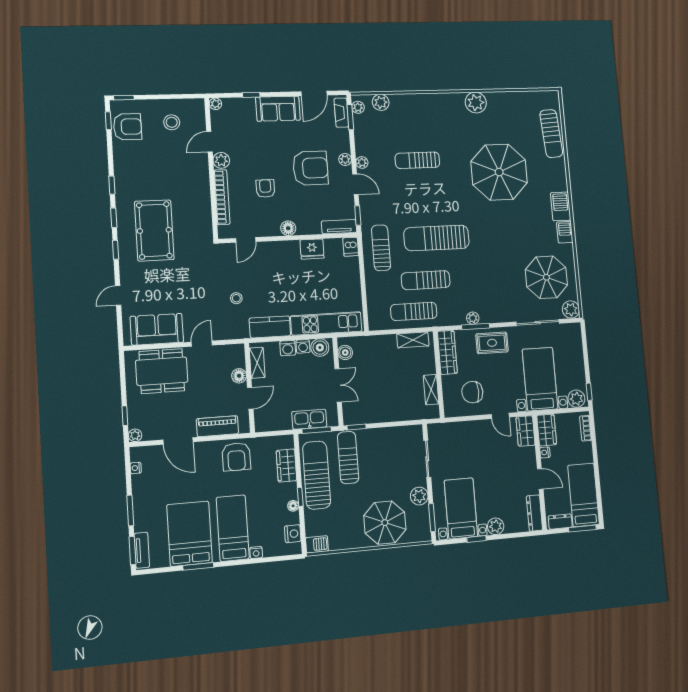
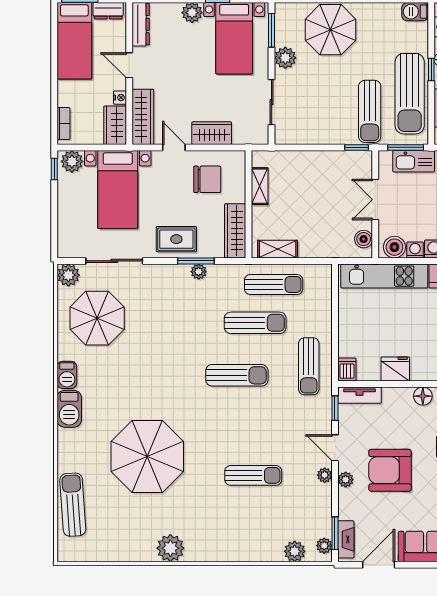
sun lounger: (436, 238) -> (237, 375), width x0.73, depth x0.75
wardrobe: (472, 430) -> (212, 133), added
wardrobe: (525, 431) -> (143, 117), width x1.50

